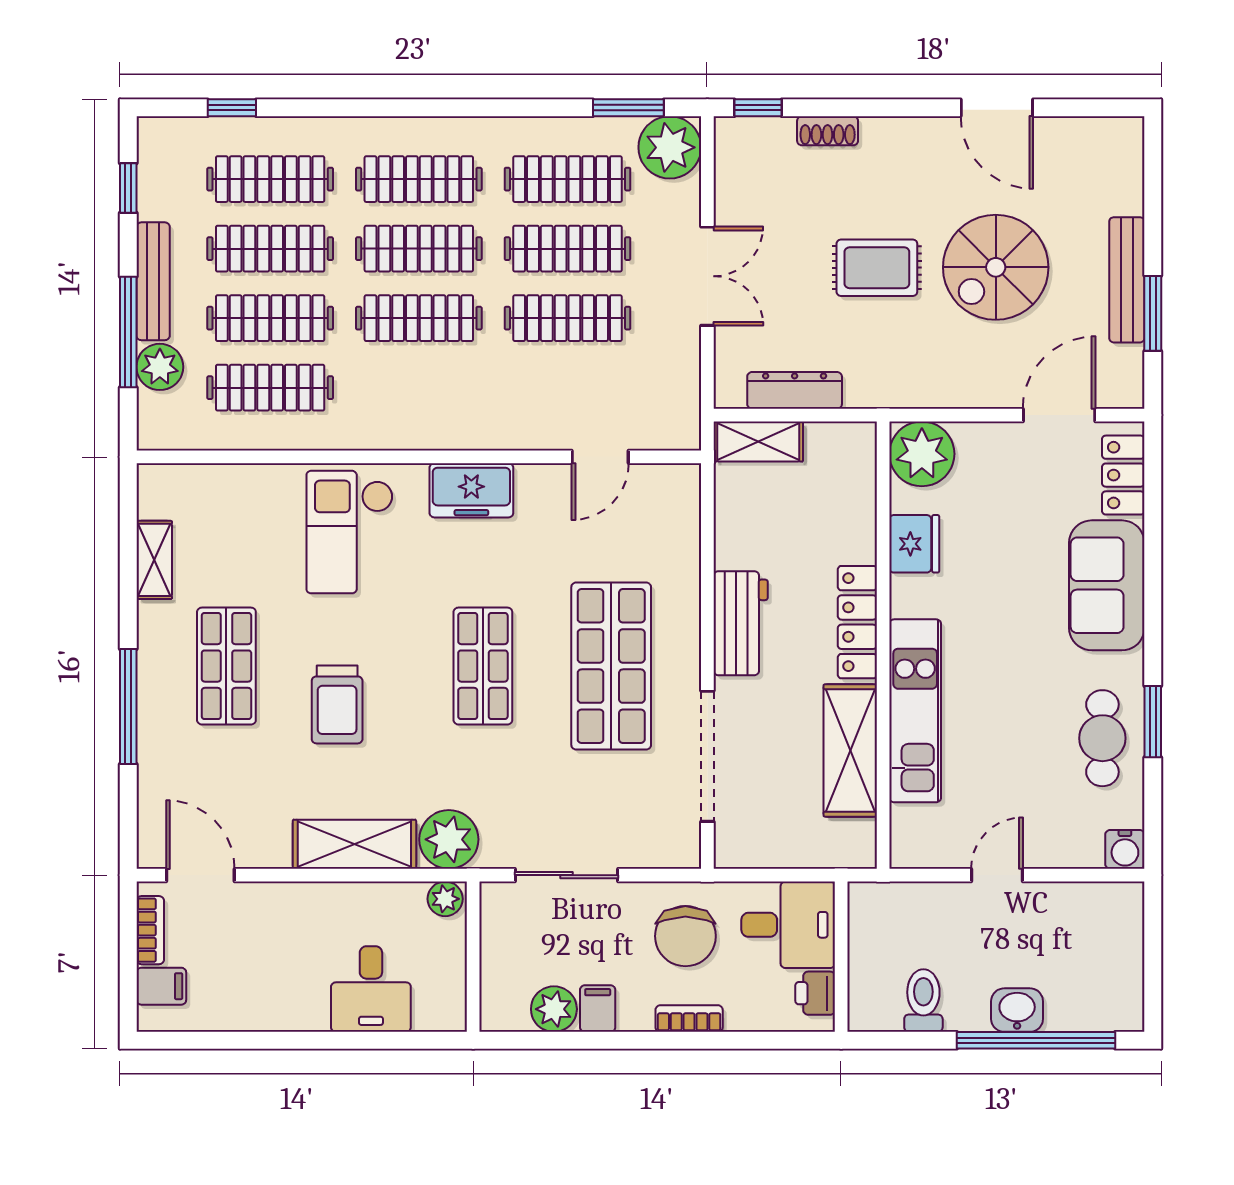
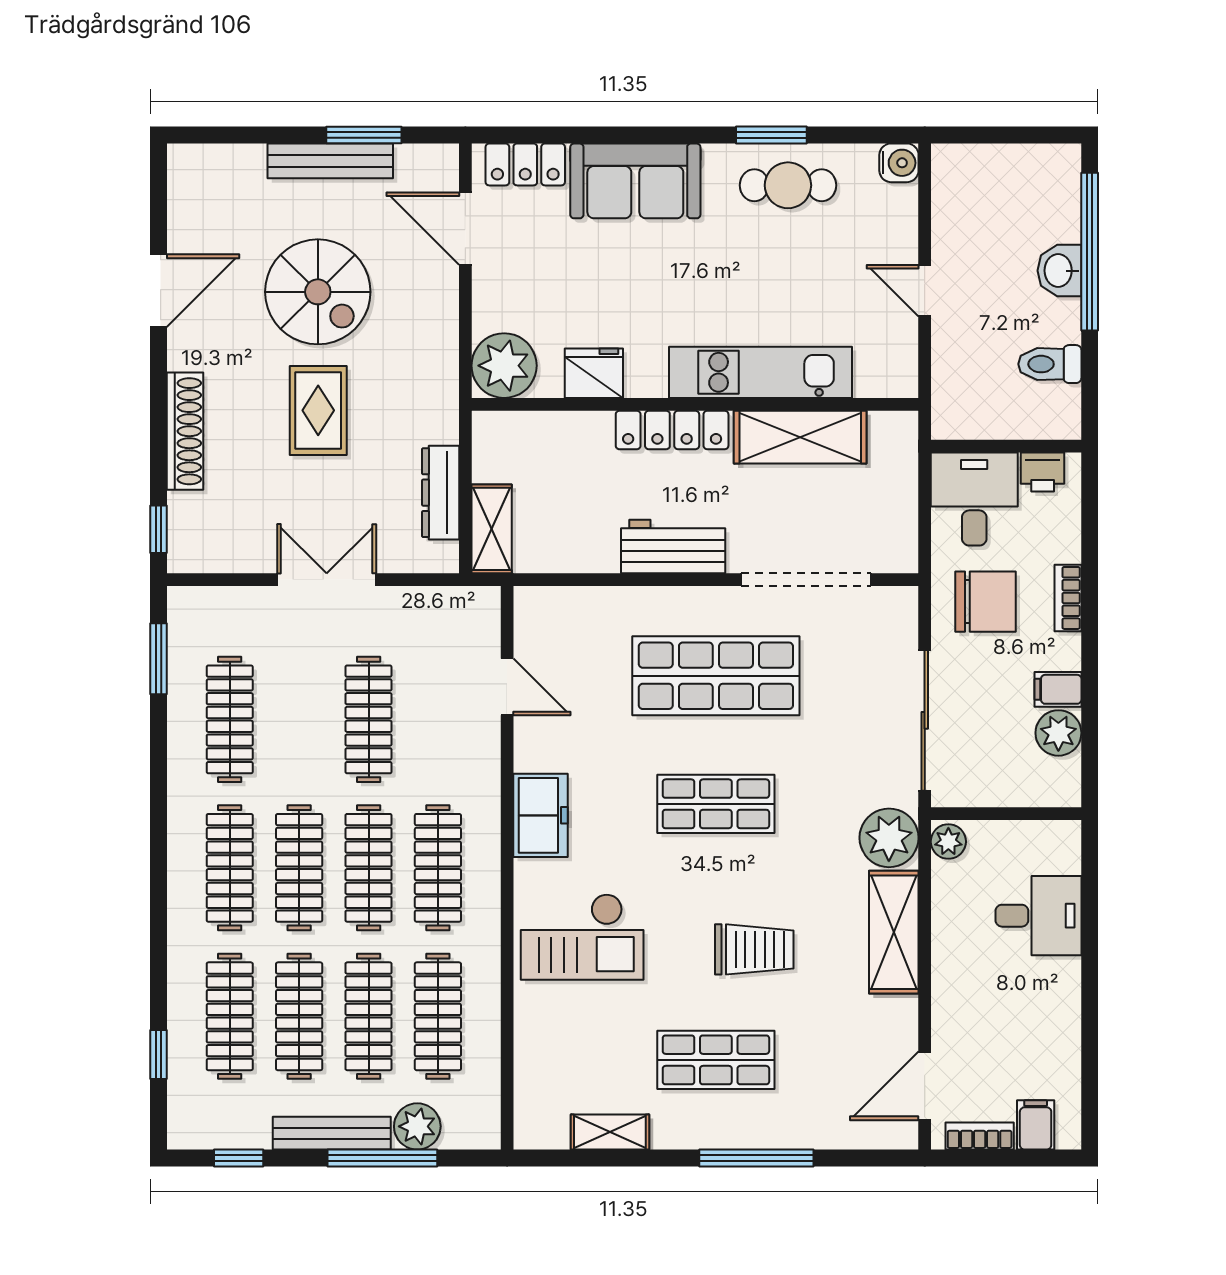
shoe rack: (828, 131) -> (185, 431), width x1.94, depth x1.24
plant: (670, 147) -> (198, 617), removed
clothes rail: (567, 249) -> (438, 868), moved
sliding door: (566, 875) -> (925, 720), width x1.37

